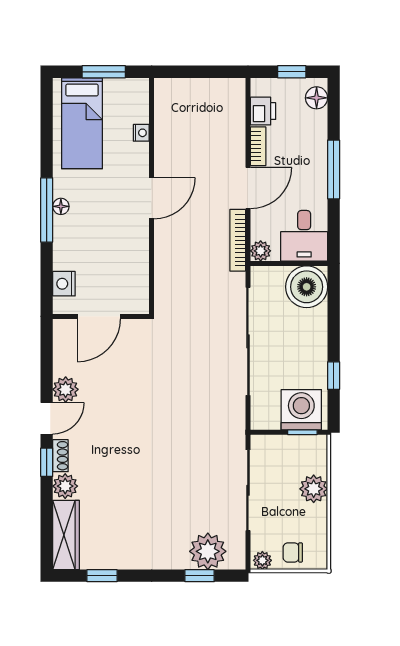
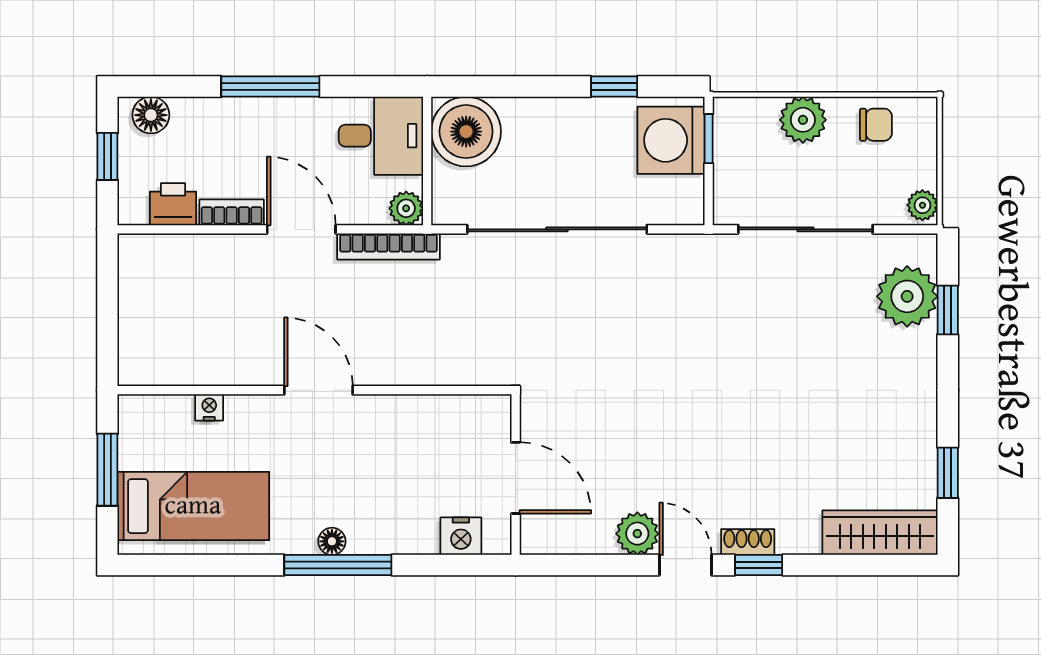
plant: (65, 486) -> (798, 534), removed
chair: (293, 552) -> (876, 125), moved, turned -90

